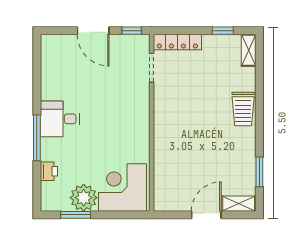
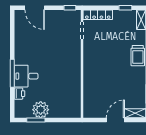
door: (93, 31) -> (35, 8), moved
desk: (60, 119) -> (26, 76), moved
corner desk: (122, 188) -> (64, 103), removed

